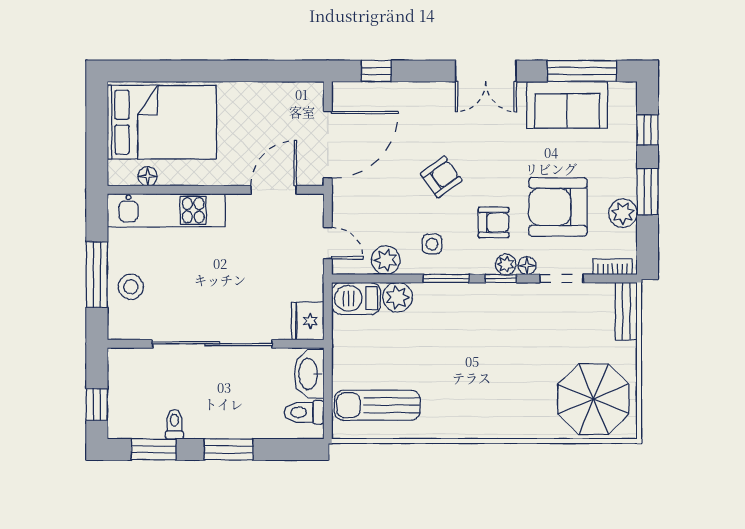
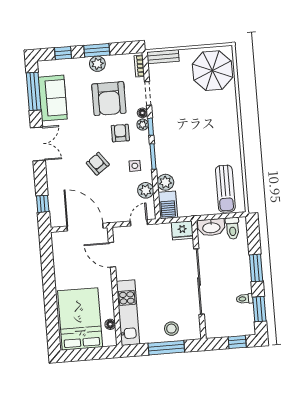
plant: (623, 213) -> (97, 64), moved

